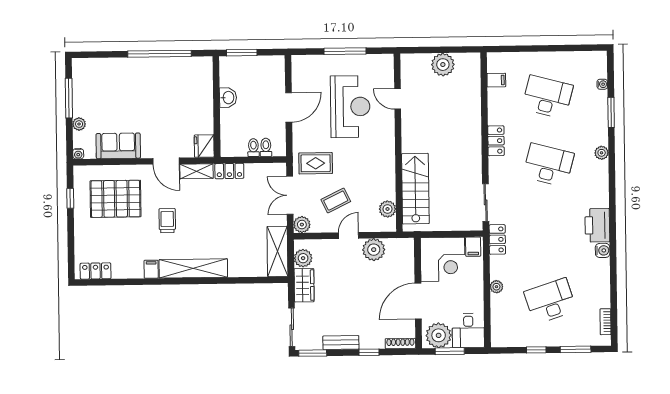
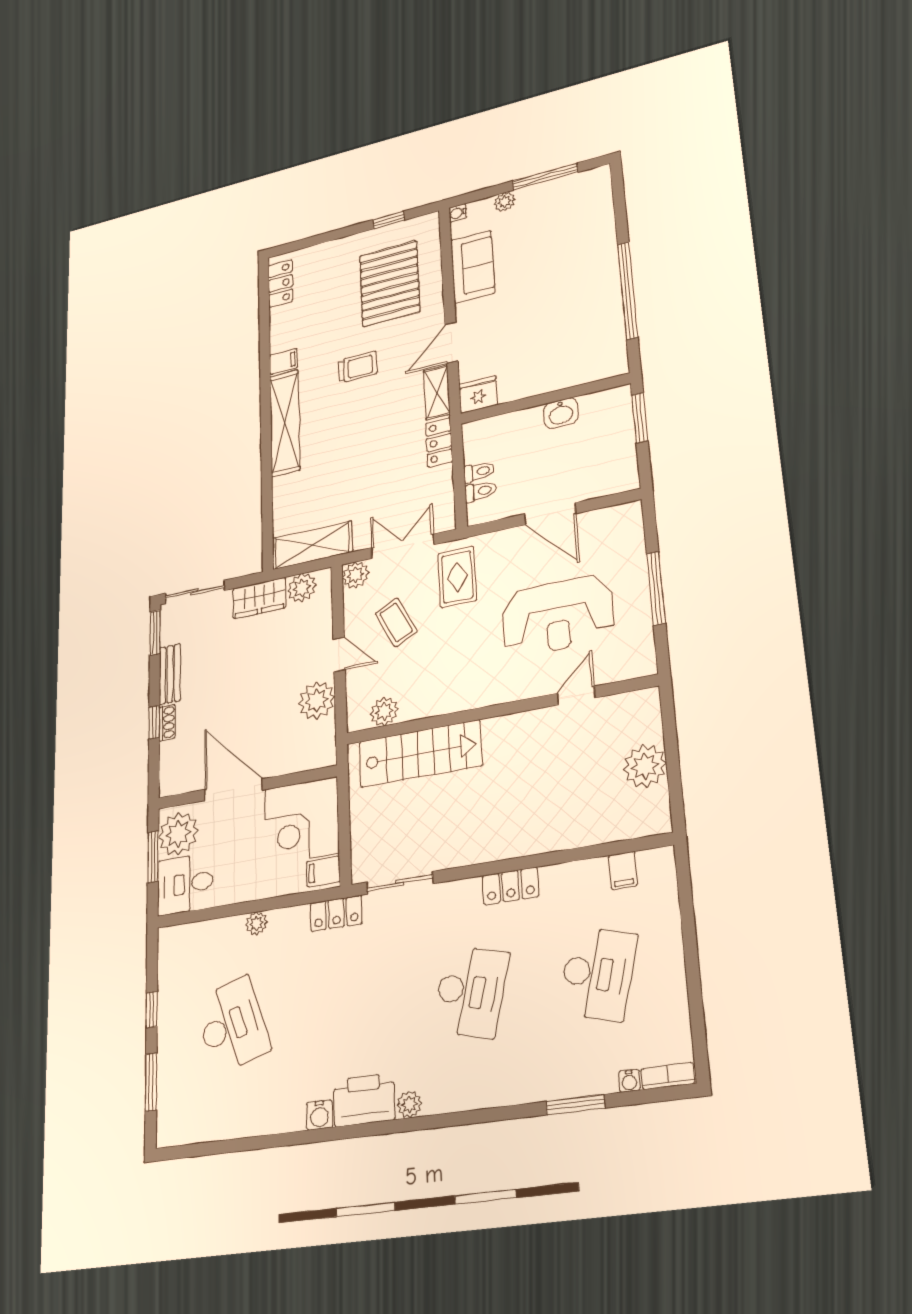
plant: (602, 153) -> (409, 1104), moved
bookcase: (606, 322) -> (668, 1076), moved
shoe rack: (400, 343) -> (167, 723), moved, width x0.70

